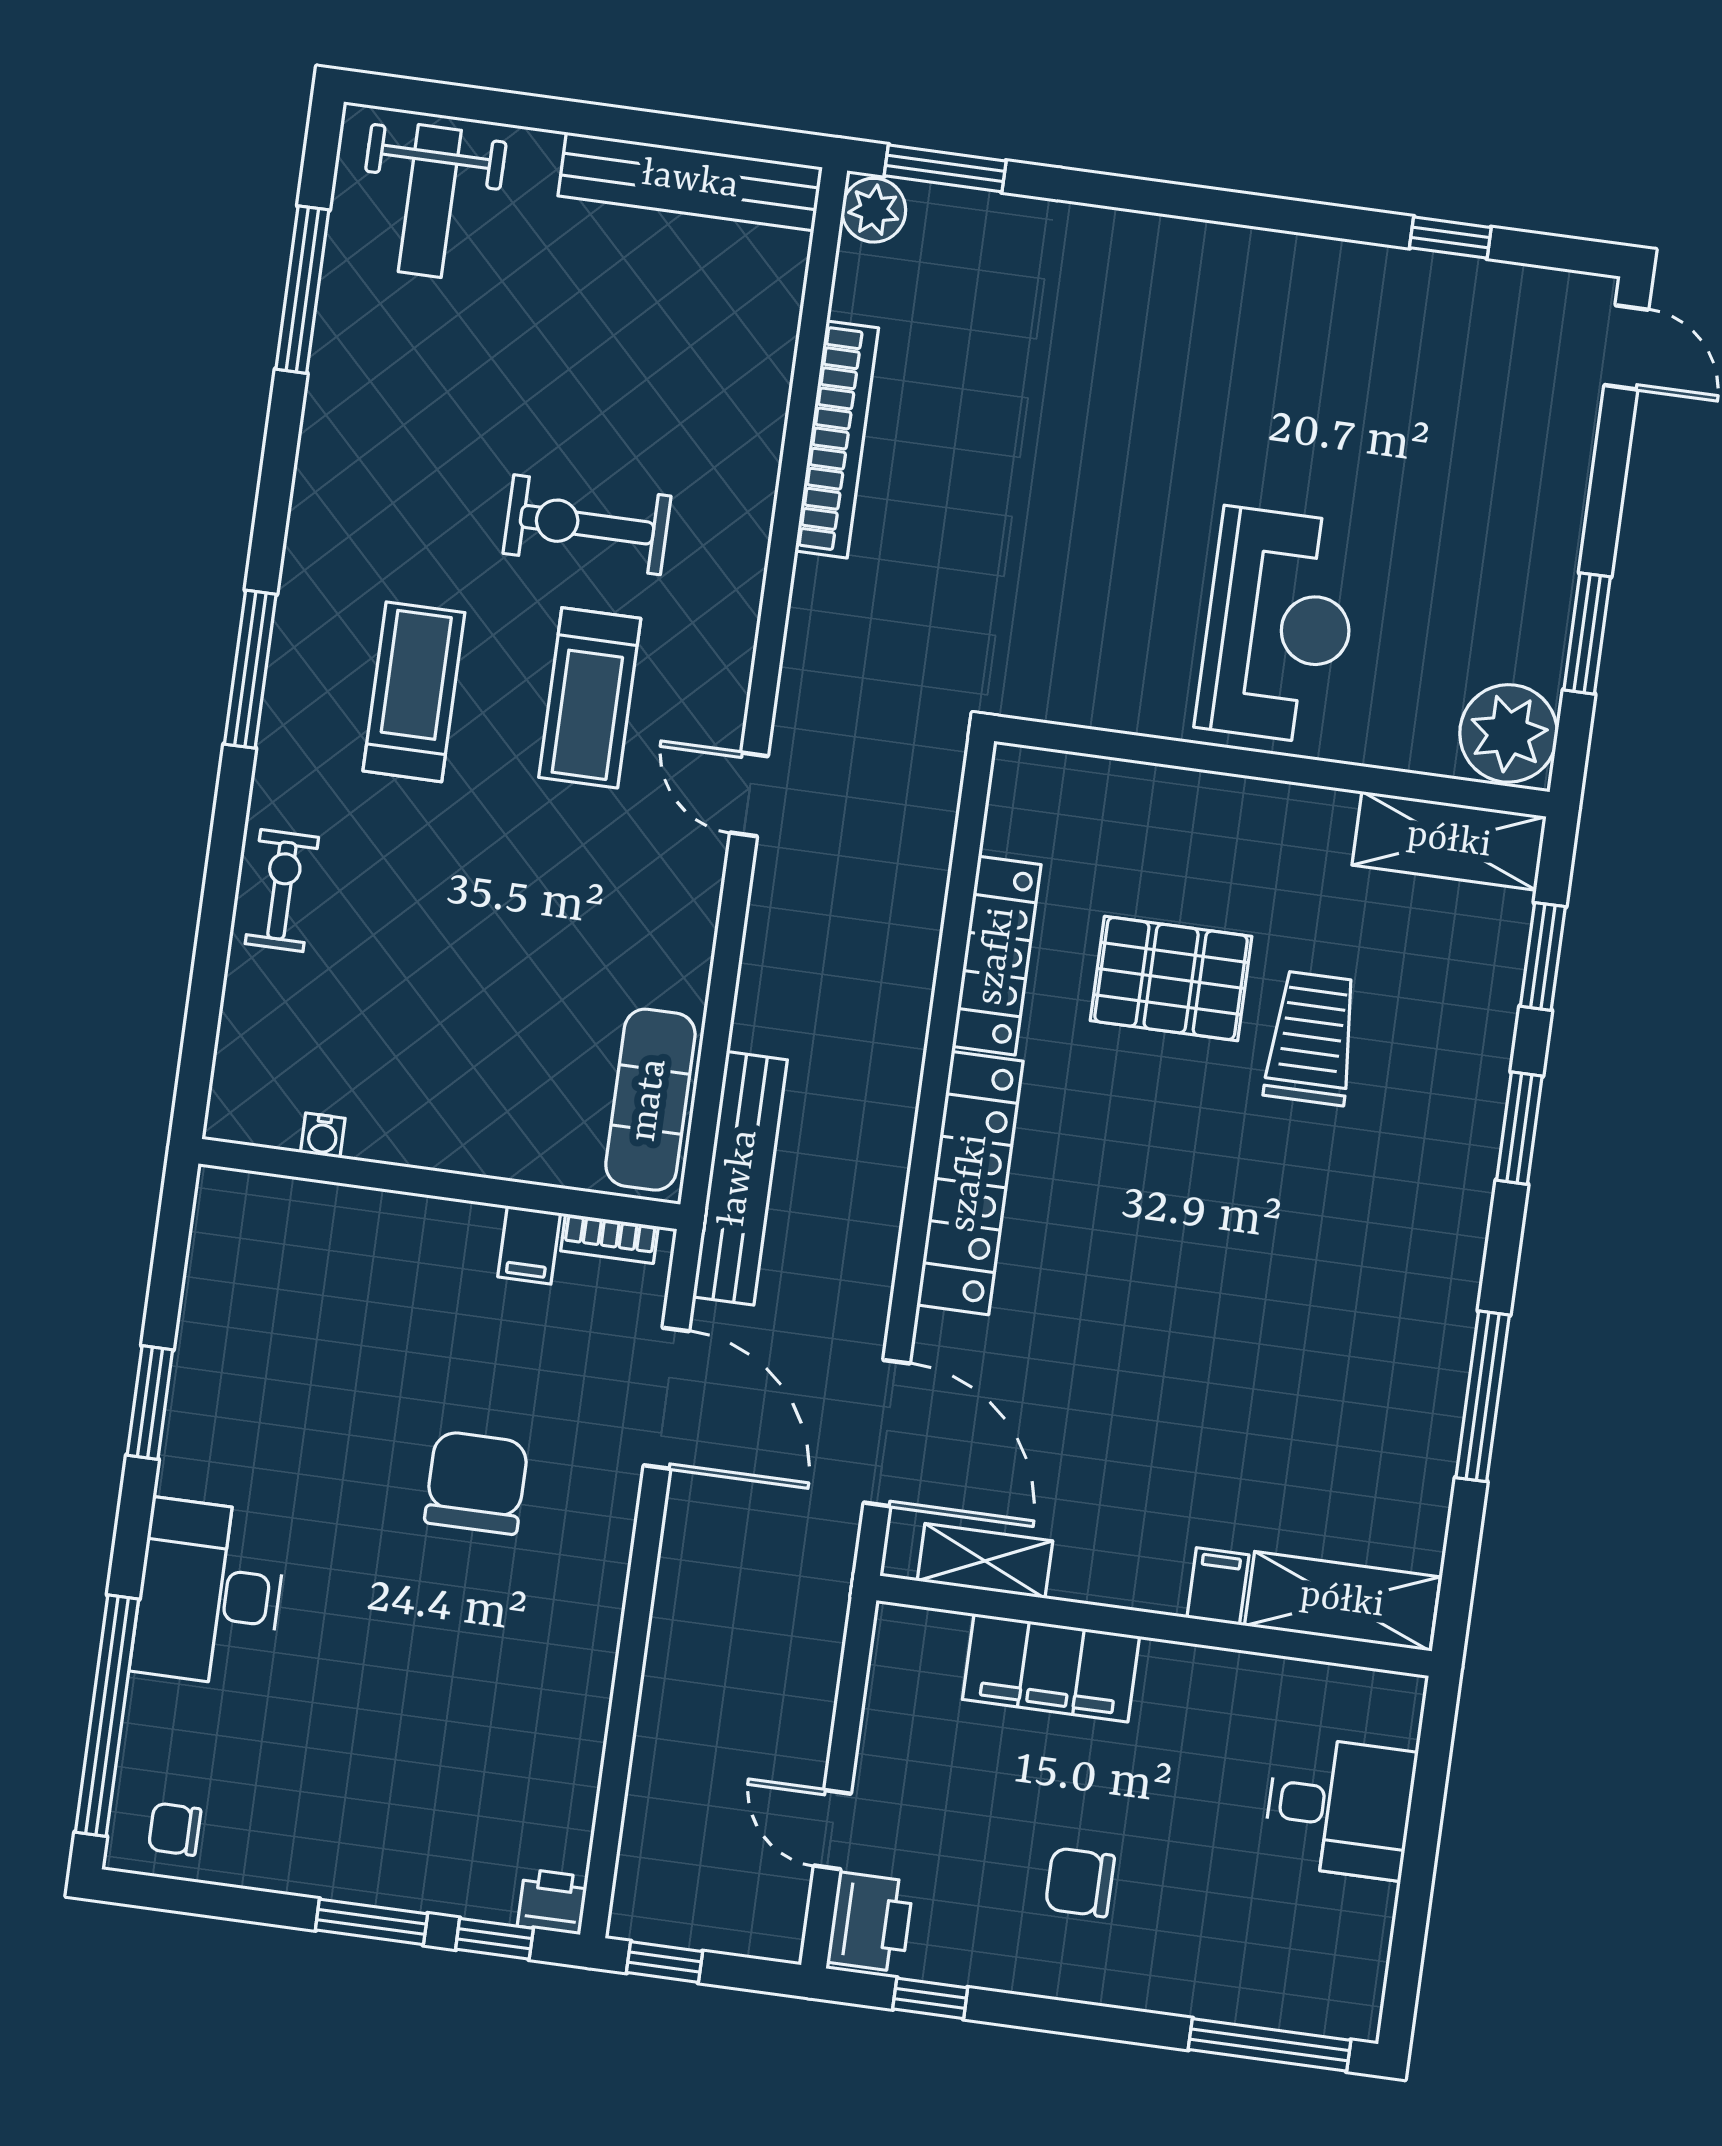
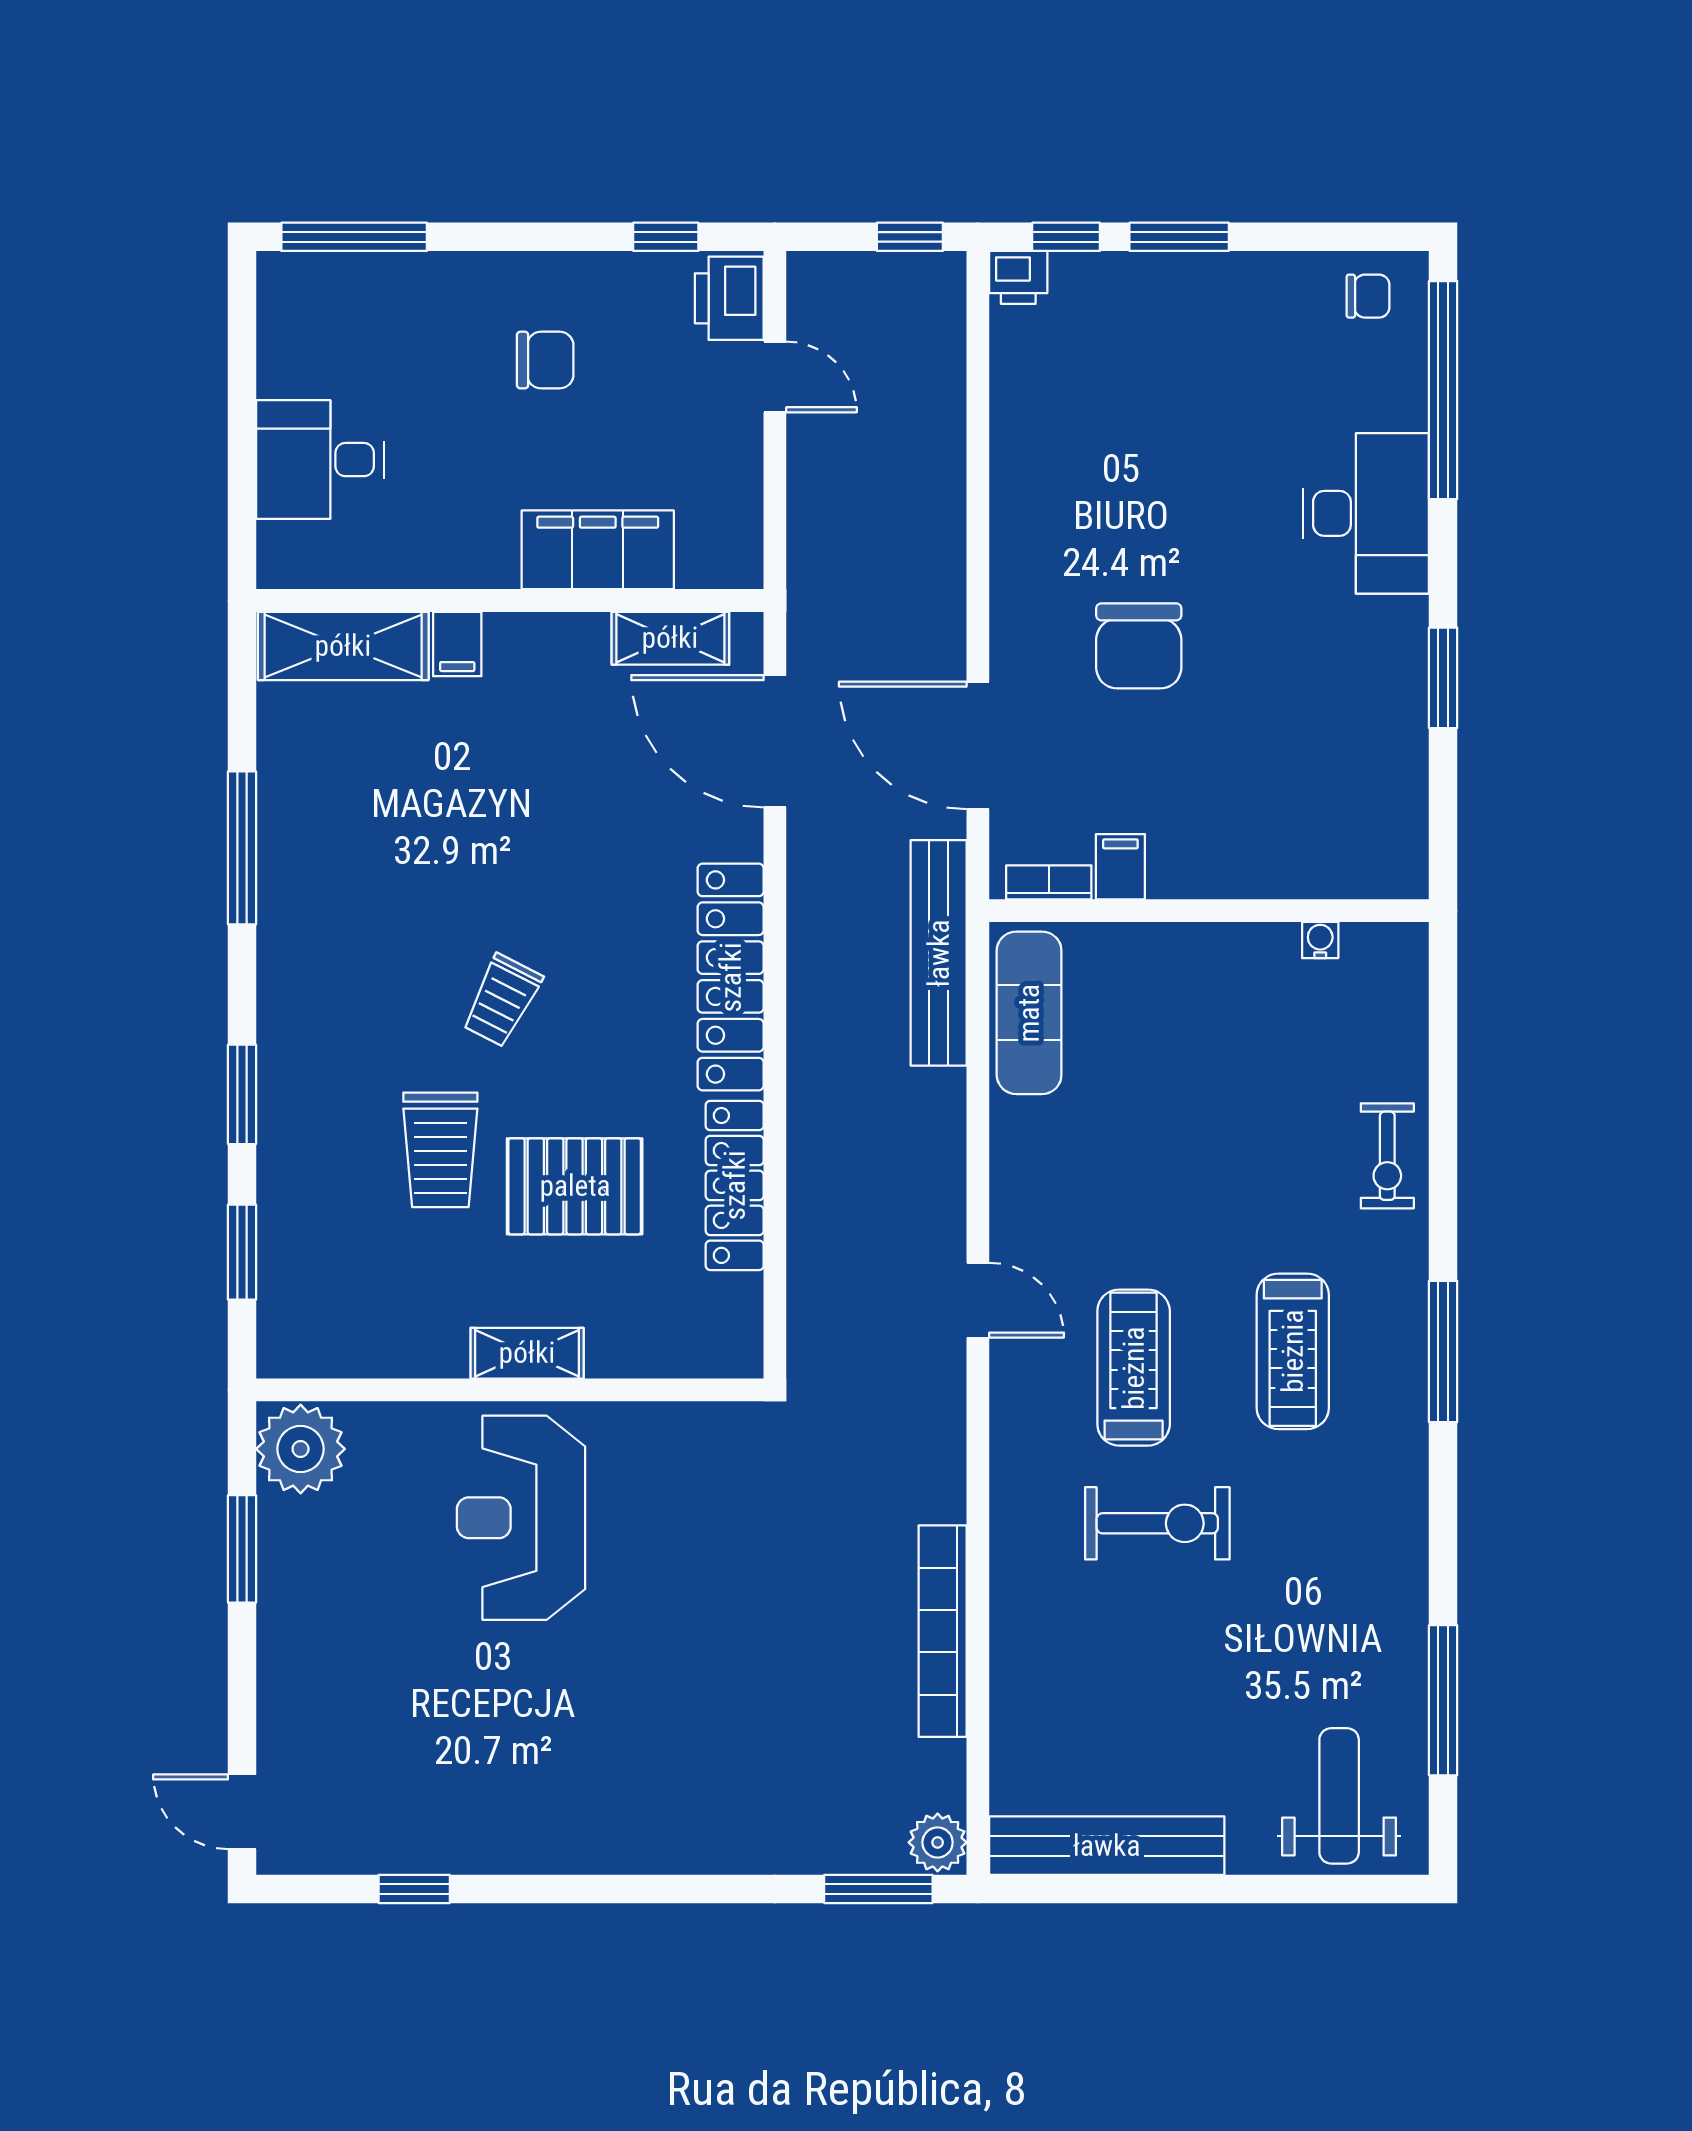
shelving: (1449, 841) -> (527, 1353), moved, width x0.67, depth x0.75
trolley: (1223, 1192) -> (502, 1001), added

